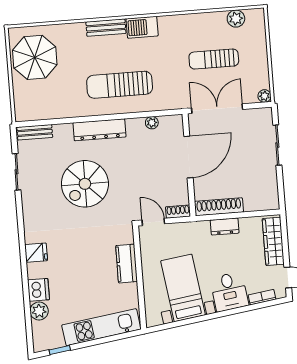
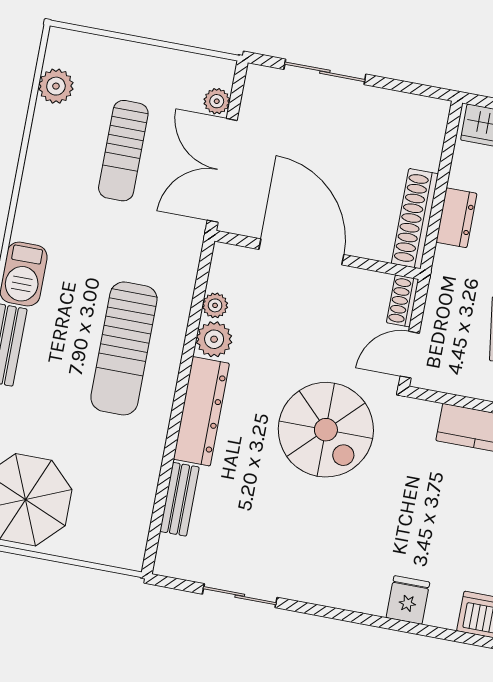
plant: (264, 96) -> (217, 101), moved
plant: (136, 127) -> (214, 339), added
bench: (35, 132) -> (180, 499), moved
spiral stairs: (85, 184) -> (326, 430), moved

